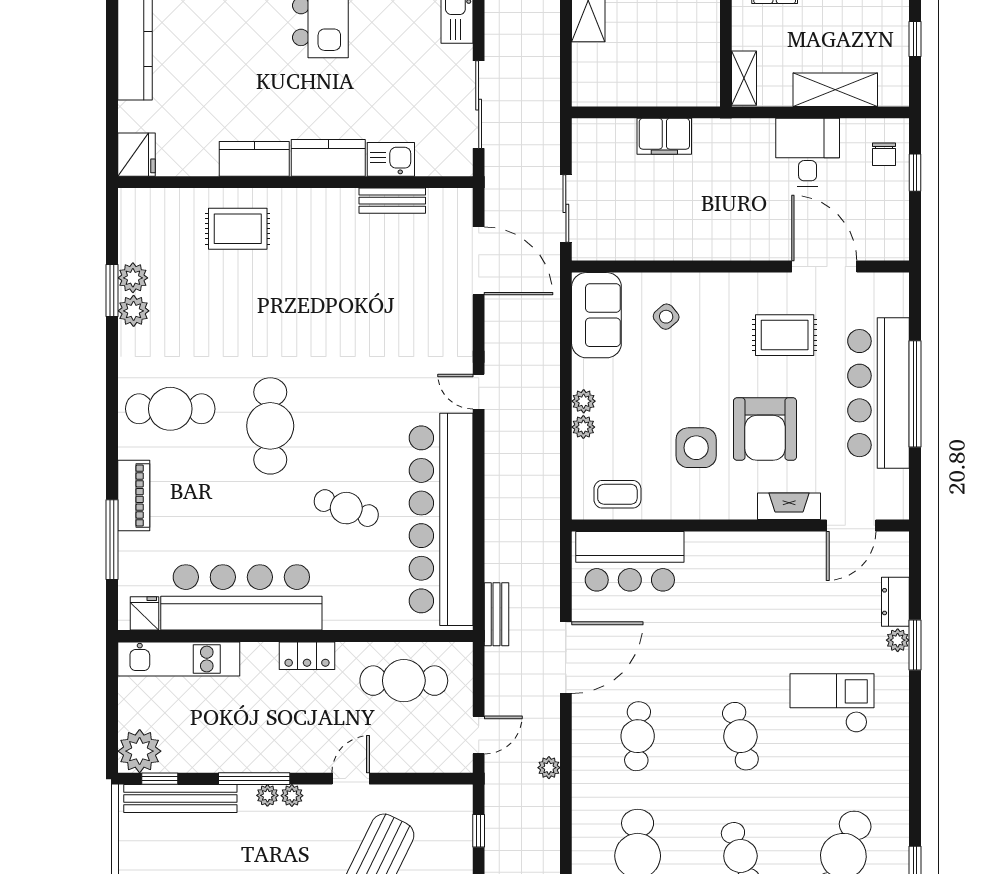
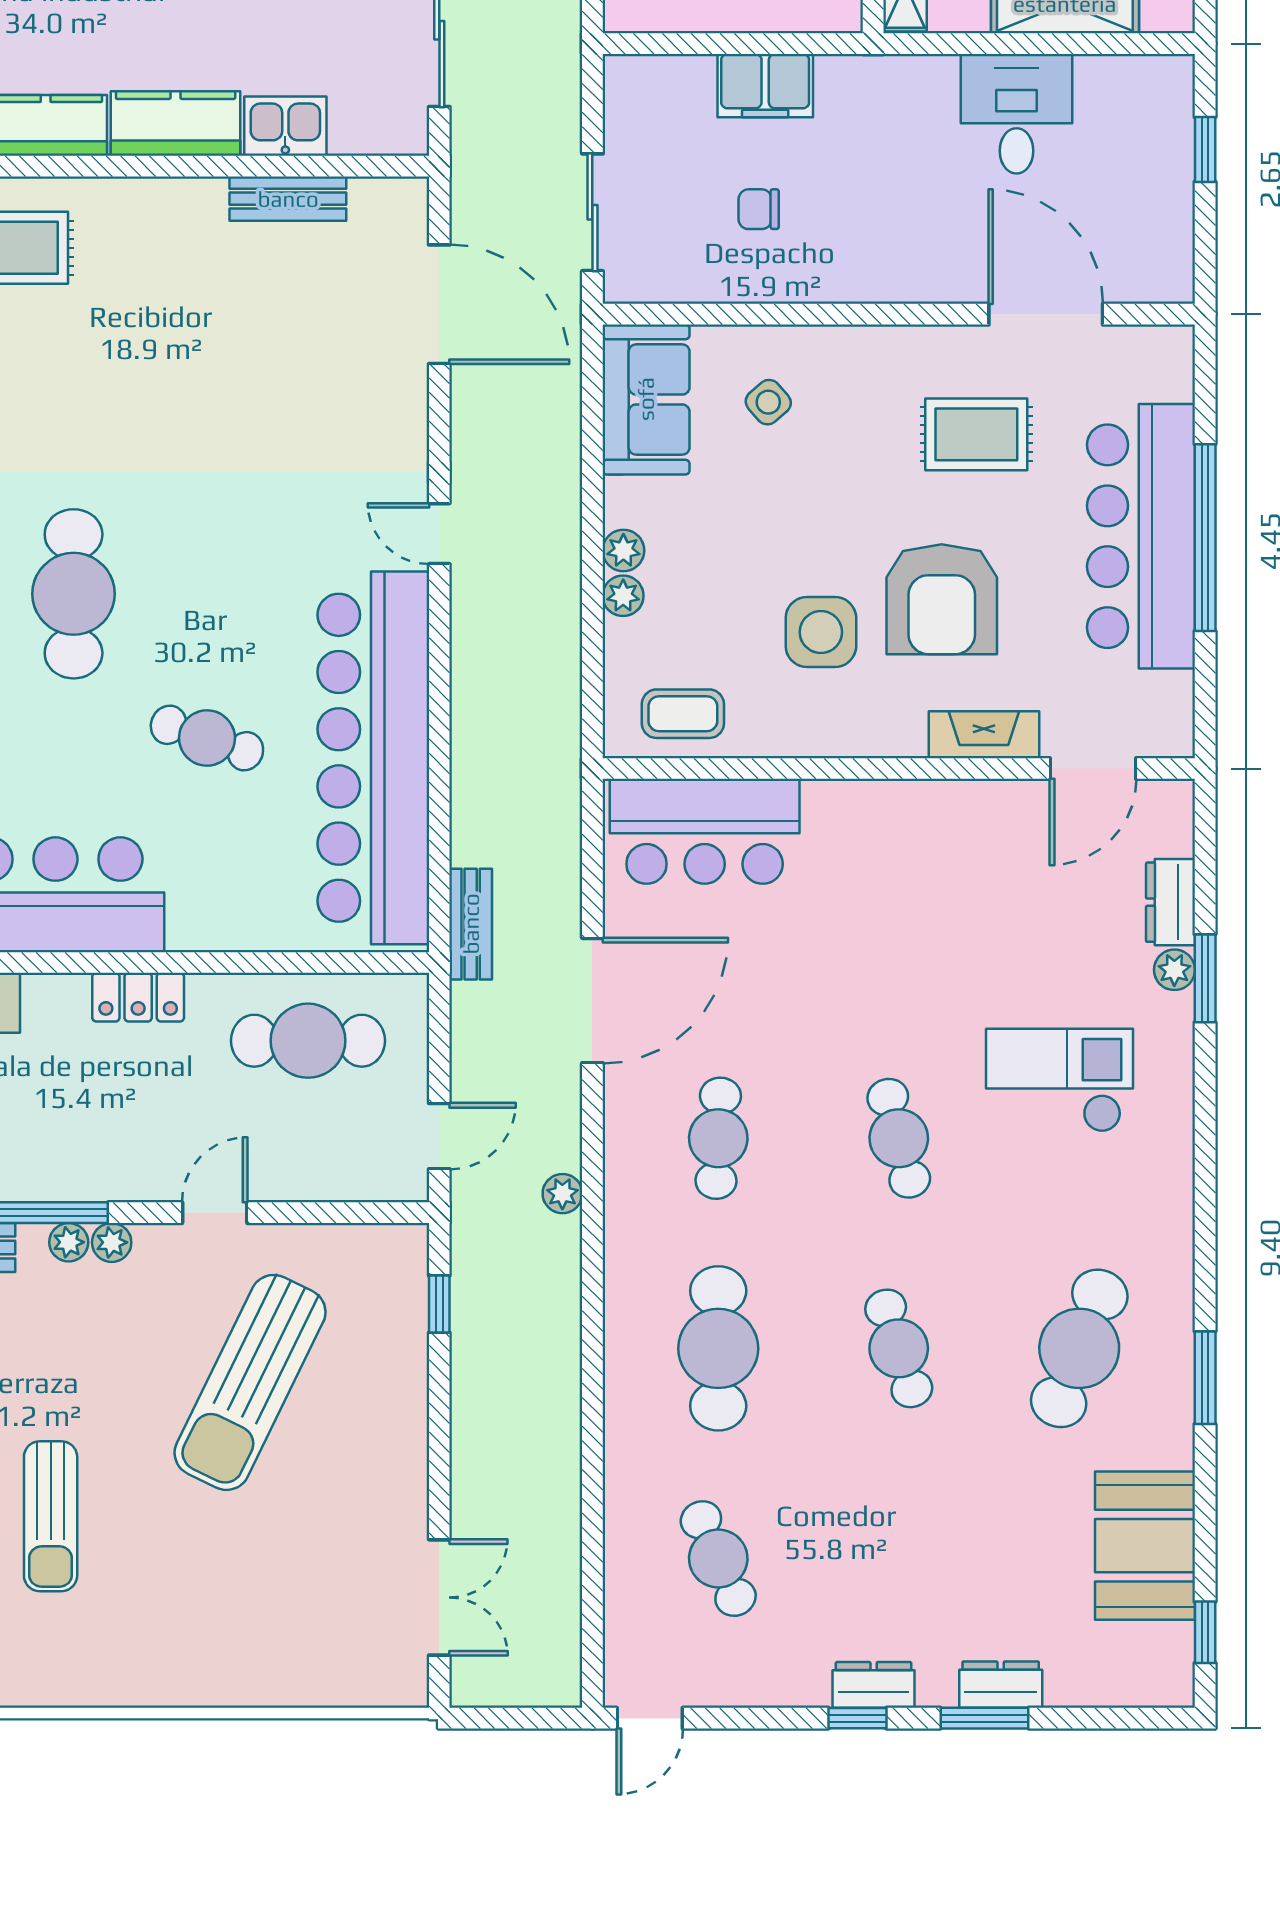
chair: (884, 154) -> (759, 209), moved, turned 90

